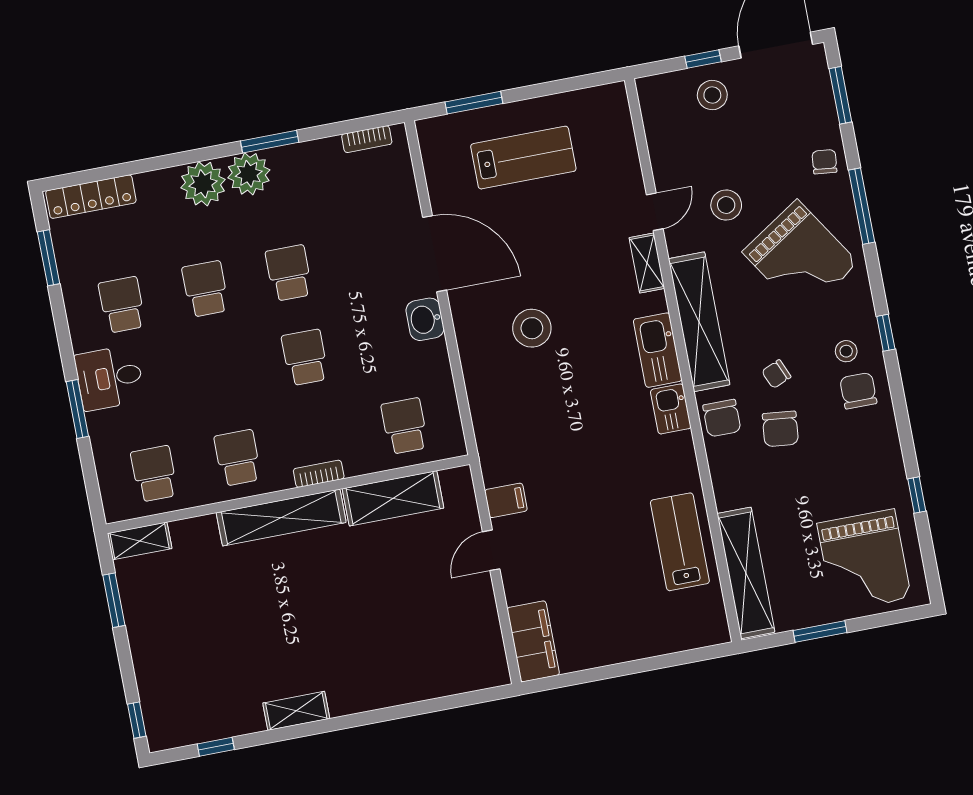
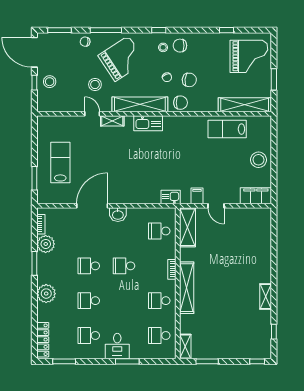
plant: (249, 174) -> (46, 244), moved
stool: (532, 328) -> (258, 160), moved
kitchen sink: (671, 409) -> (171, 197), moved, turned 180
shelving: (393, 498) -> (188, 227), moved

